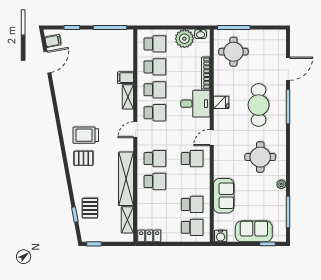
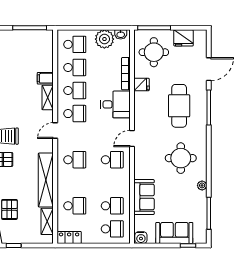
fridge: (263, 38) -> (184, 38), added
fridge: (221, 102) -> (141, 84), moved
school desk: (155, 182) -> (75, 206), moved

